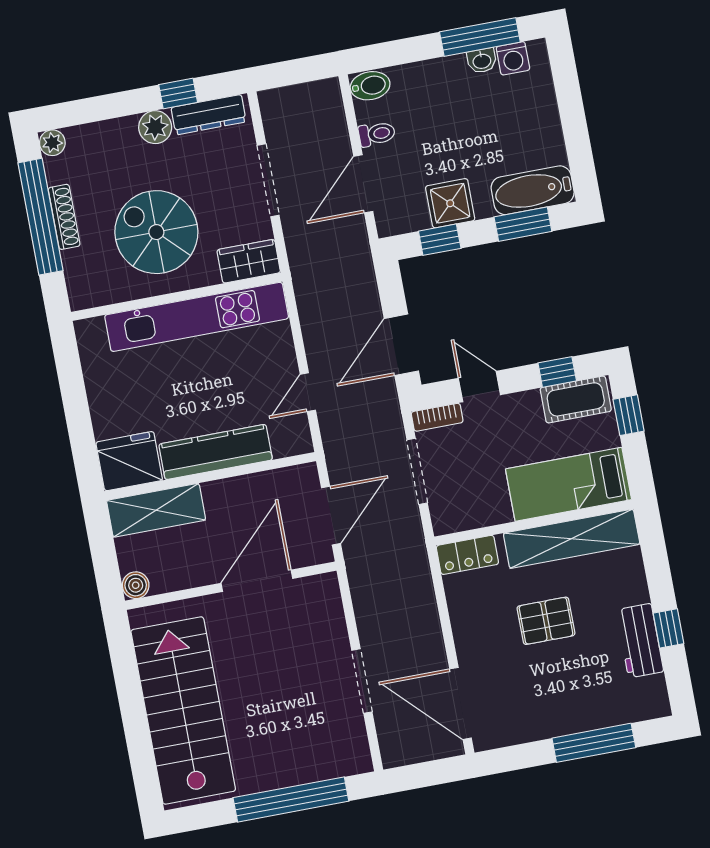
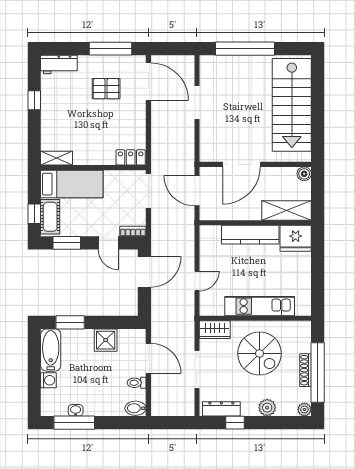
washing machine: (513, 58) -> (48, 380), moved, turned 90
plant: (155, 127) -> (267, 408), moved
door: (363, 184) -> (148, 358), hinge flipped
bathtub: (533, 190) -> (51, 350), moved, turned -90
window: (440, 240) -> (114, 322), removed
kitchen unit: (197, 317) -> (260, 306), width x0.73
window: (557, 372) -> (67, 243), width x1.50
door: (308, 392) -> (197, 281), moved
cot: (576, 399) -> (50, 217), moved, turned 90
doorway: (417, 471) -> (148, 191), moved
door: (331, 516) -> (197, 191), hinge flipped
shelving: (572, 539) -> (56, 158), width x0.45, depth x0.75
pallet: (546, 621) -> (106, 89), moved
workbench: (640, 641) -> (59, 65), moved, turned 90
window: (594, 743) -> (111, 49), moved

